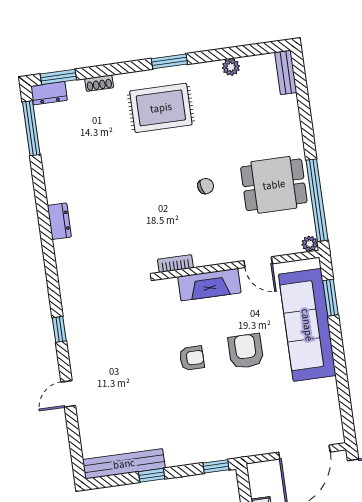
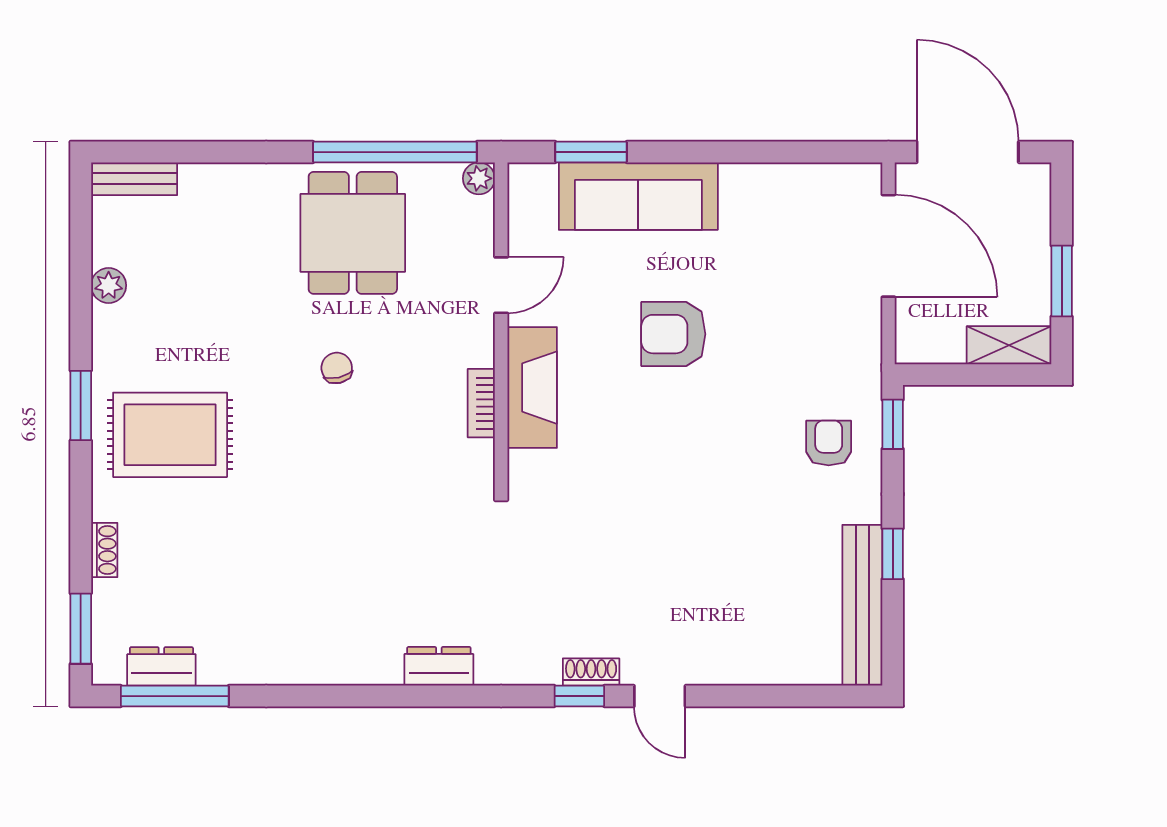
dresser: (49, 93) -> (161, 666), moved, turned -90
rug: (161, 108) -> (170, 435), turned 90
dresser: (59, 221) -> (439, 666), moved
bookcase: (175, 264) -> (481, 403), moved
sofa: (307, 325) -> (638, 196), width x0.74, depth x0.79
shoe rack: (72, 334) -> (591, 672), added
armchair: (192, 358) -> (829, 443), moved
door: (68, 394) -> (660, 696), moved

